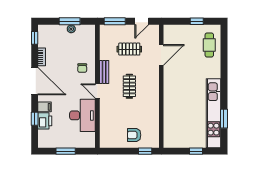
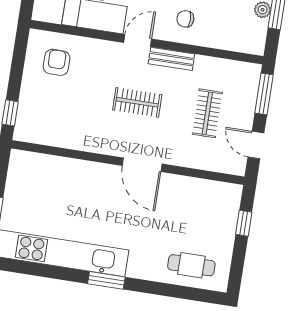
window: (197, 21) -> (244, 223), moved
door: (161, 55) -> (142, 165), moved
window: (224, 119) -> (106, 280), moved
armchair: (134, 135) -> (57, 62), moved

